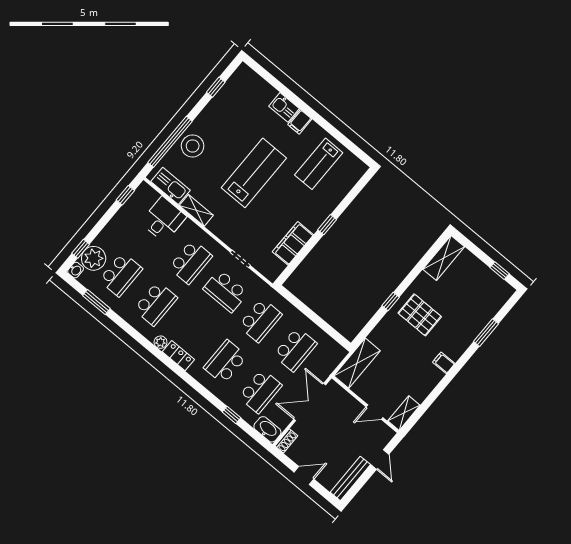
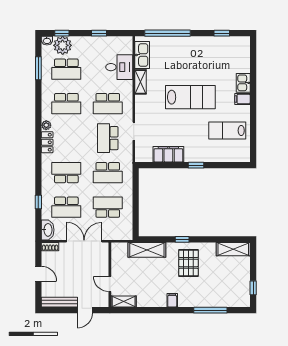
stool: (193, 146) -> (176, 48), removed
window: (125, 195) -> (99, 33), moved
window: (486, 333) -> (210, 310), width x1.44
school desk: (295, 349) -> (108, 207), turned 180
shelving: (357, 363) -> (147, 250), moved

